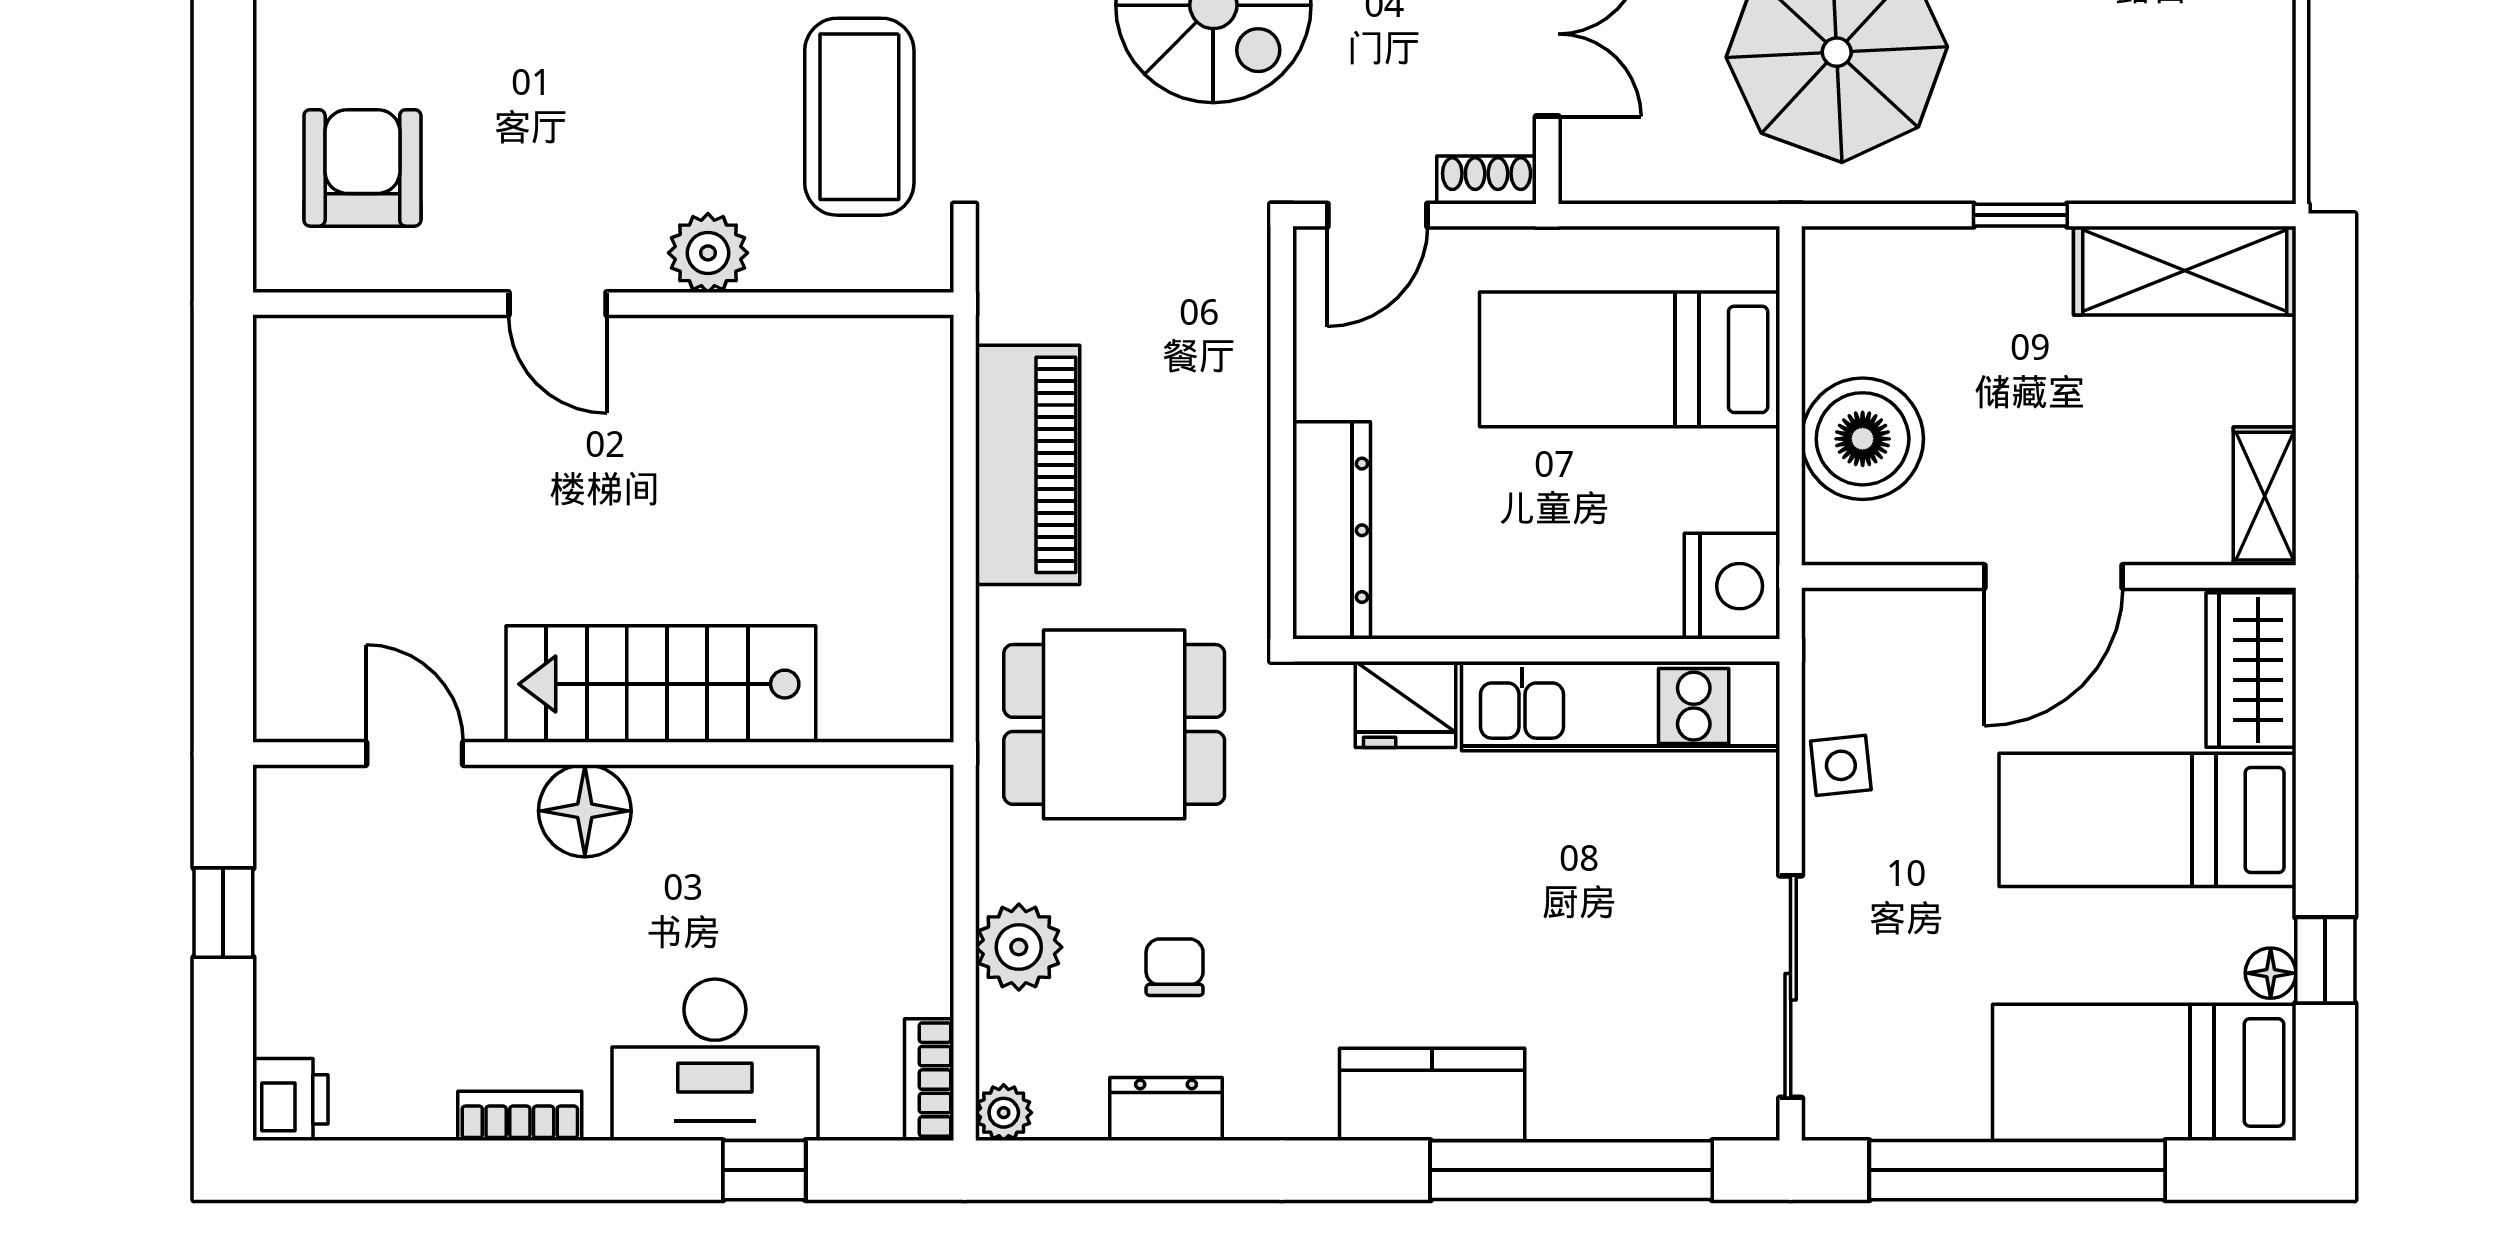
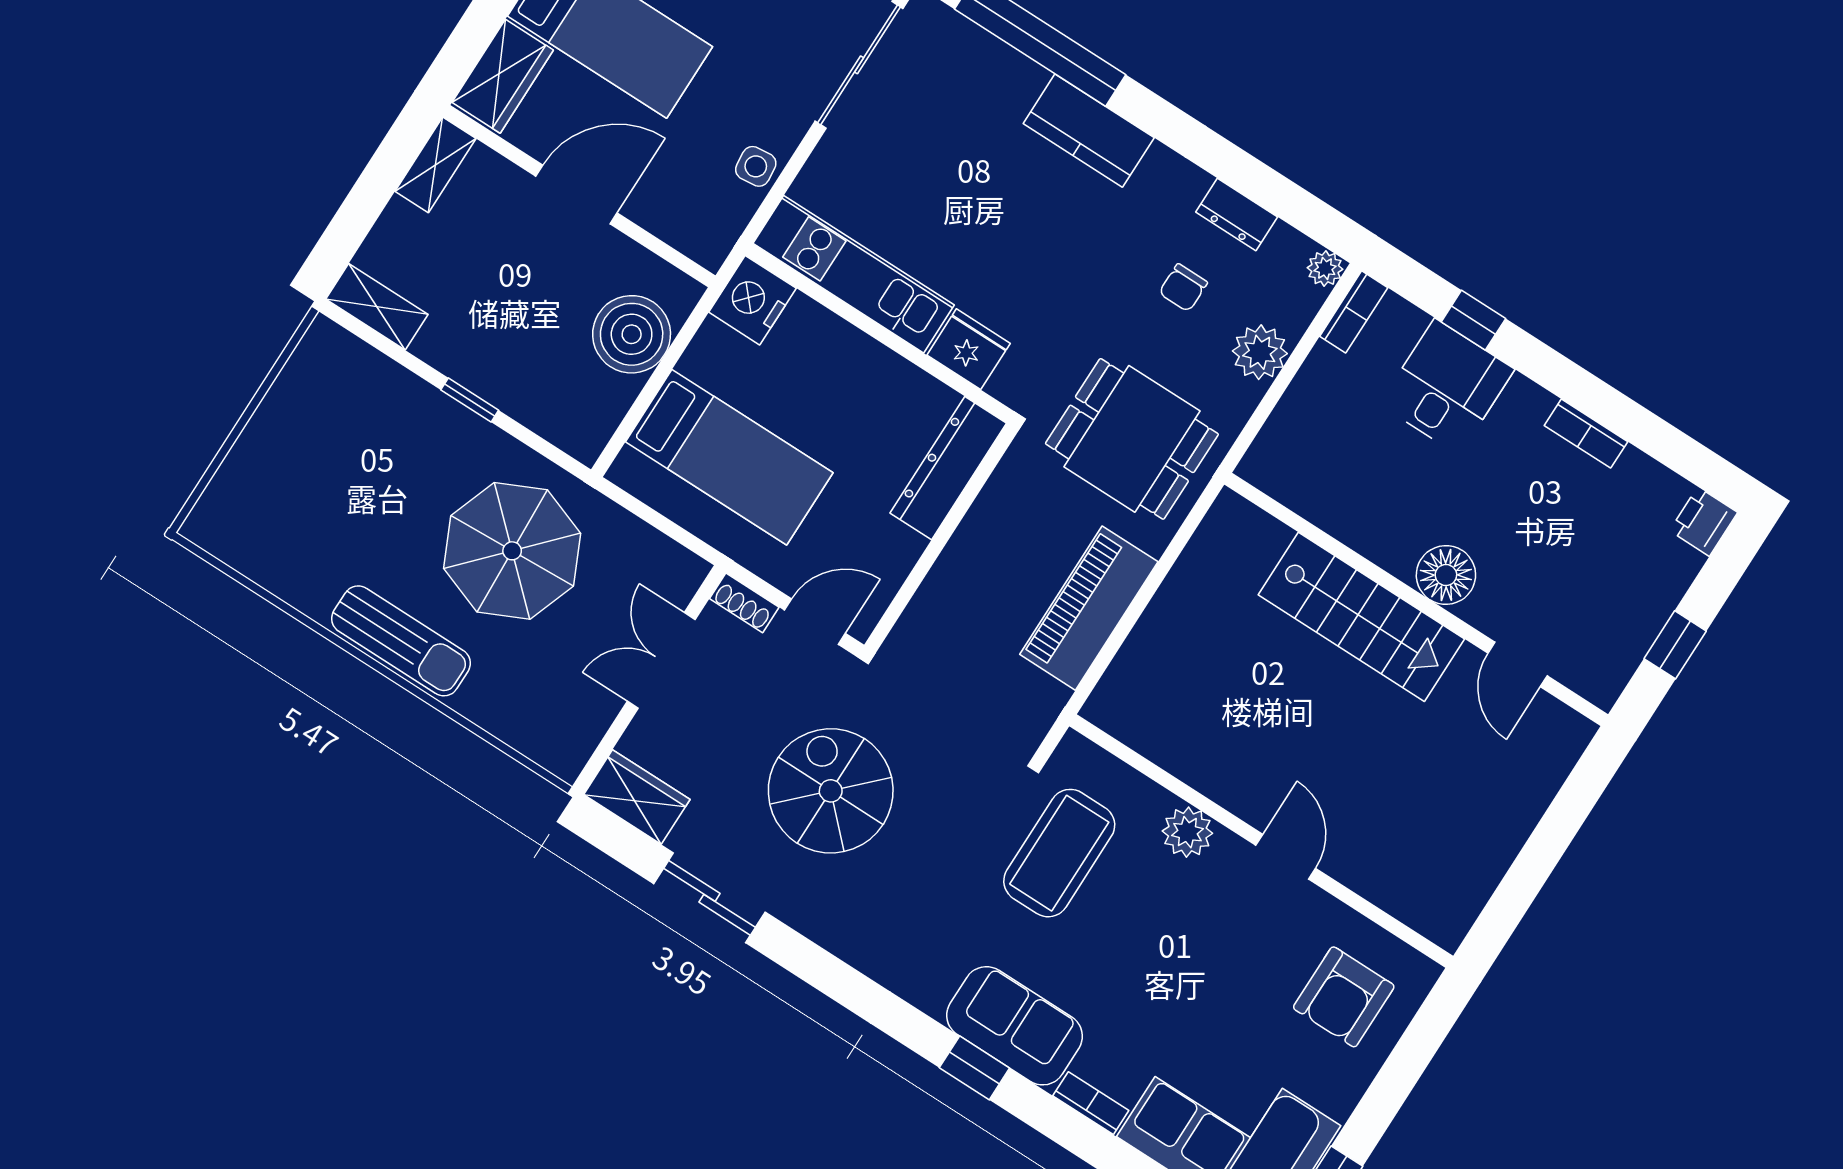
shelving: (2185, 271) -> (377, 307), width x0.67, depth x0.75
desk: (715, 1060) -> (1447, 387), width x0.73

